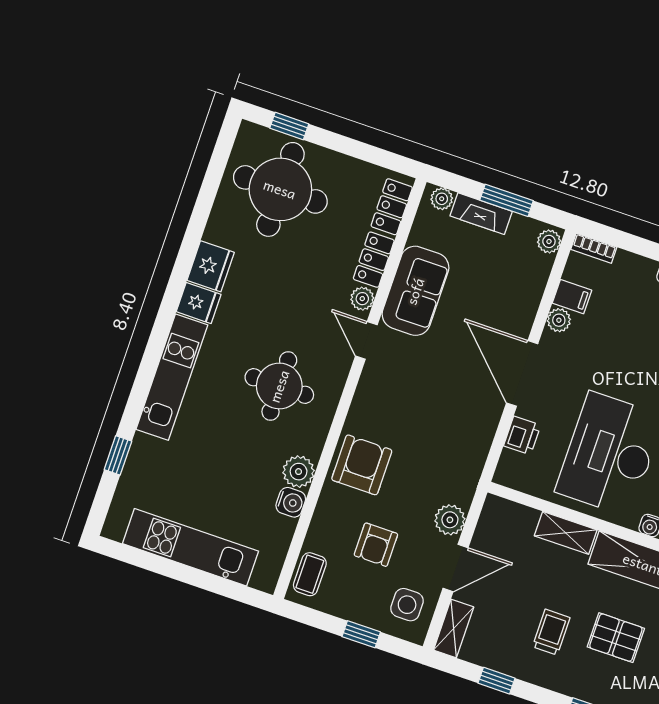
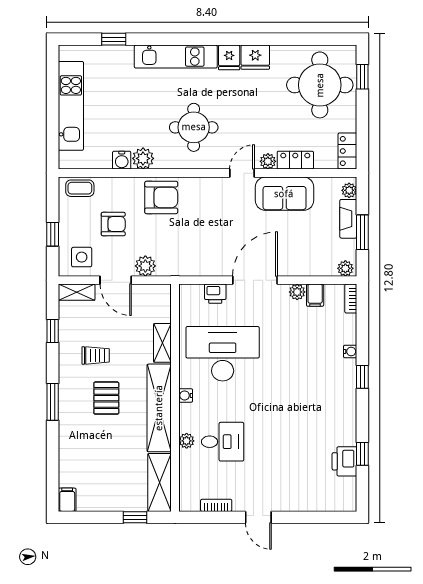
locker: (392, 207) -> (347, 151), moved, turned -90
armchair: (376, 545) -> (113, 224), turned 180

